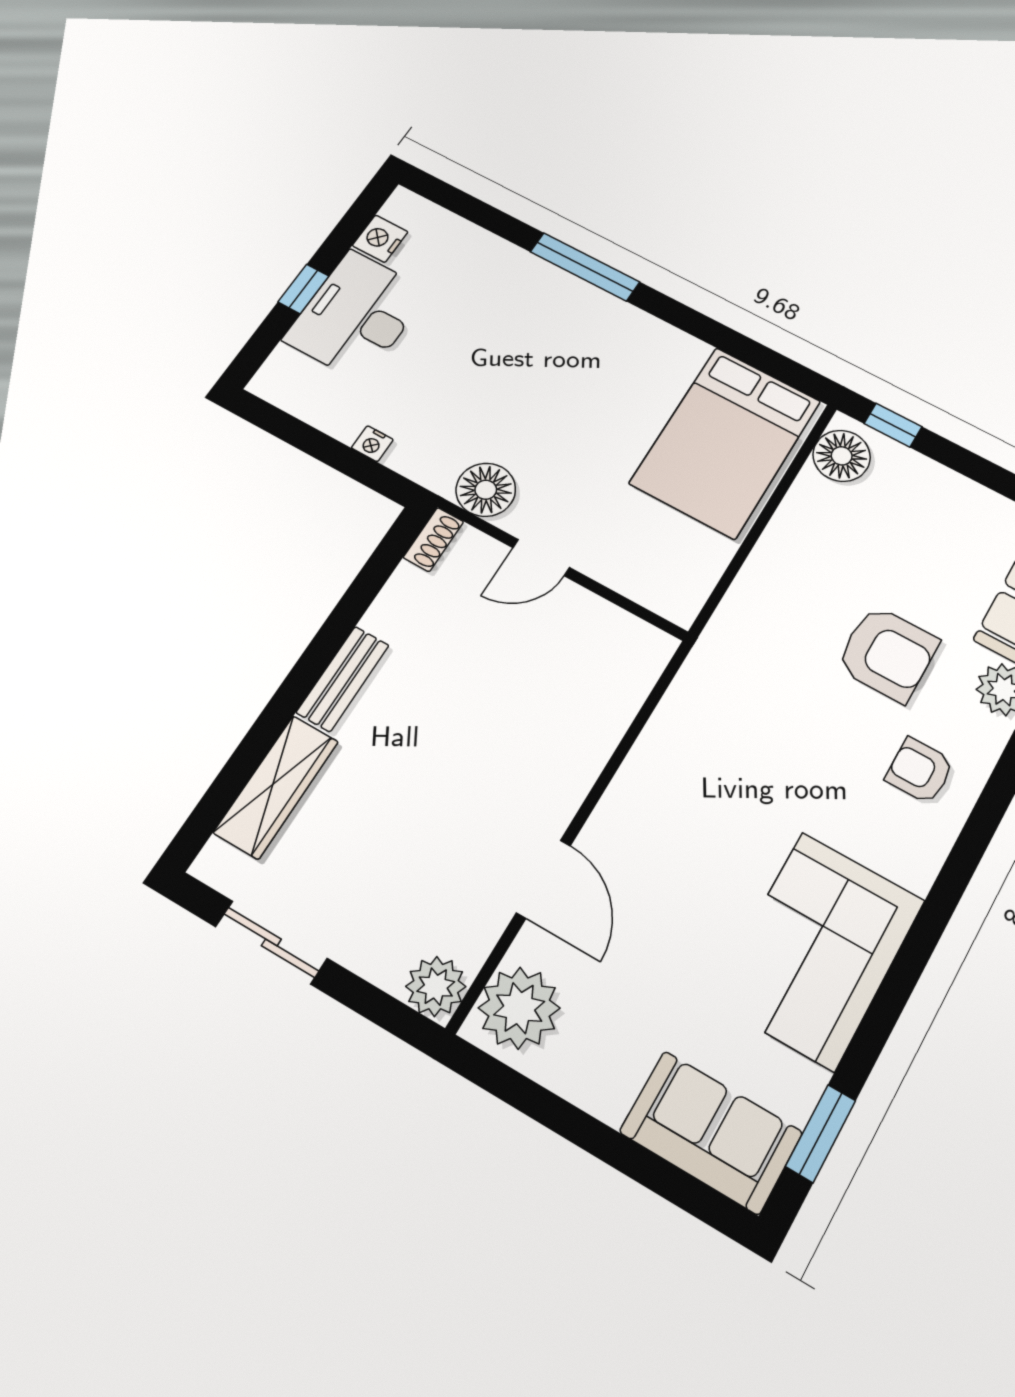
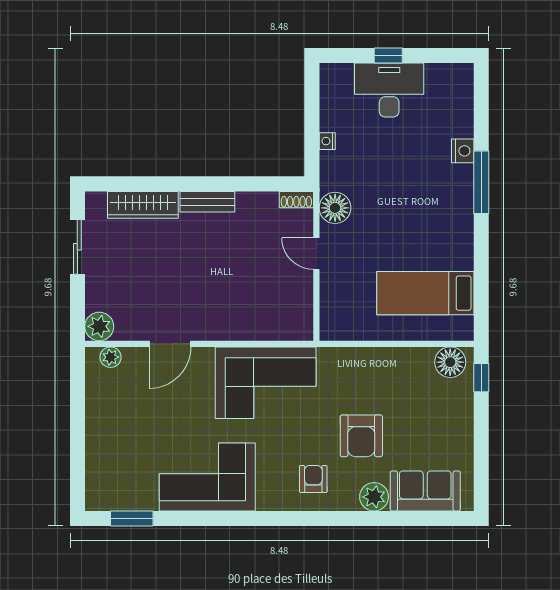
nightstand: (380, 239) -> (463, 151), moved, turned 90
bed: (725, 442) -> (425, 293), width x0.67
corner sofa: (708, 756) -> (266, 383), added
plant: (519, 1008) -> (111, 357), width x0.53, depth x0.53
sofa: (711, 1132) -> (106, 474), removed

